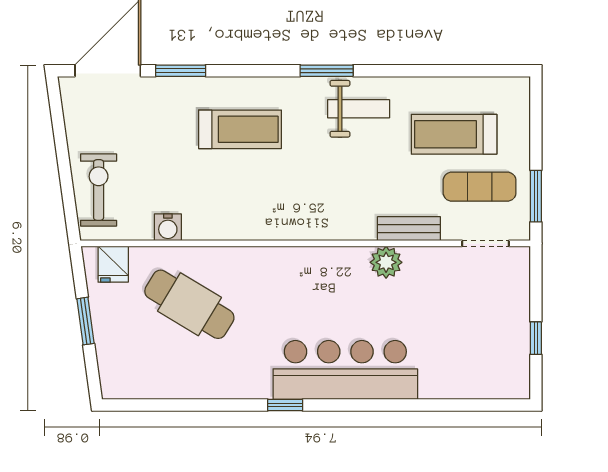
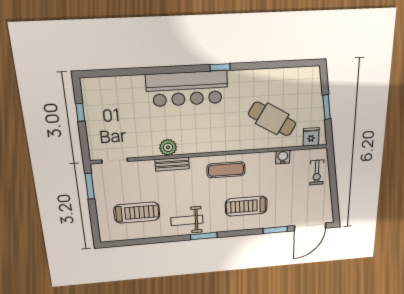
exercise mat: (480, 187) -> (226, 170), moved
exercise bike: (99, 190) -> (317, 172), width x0.73, depth x0.72
bench: (409, 229) -> (172, 164), moved

